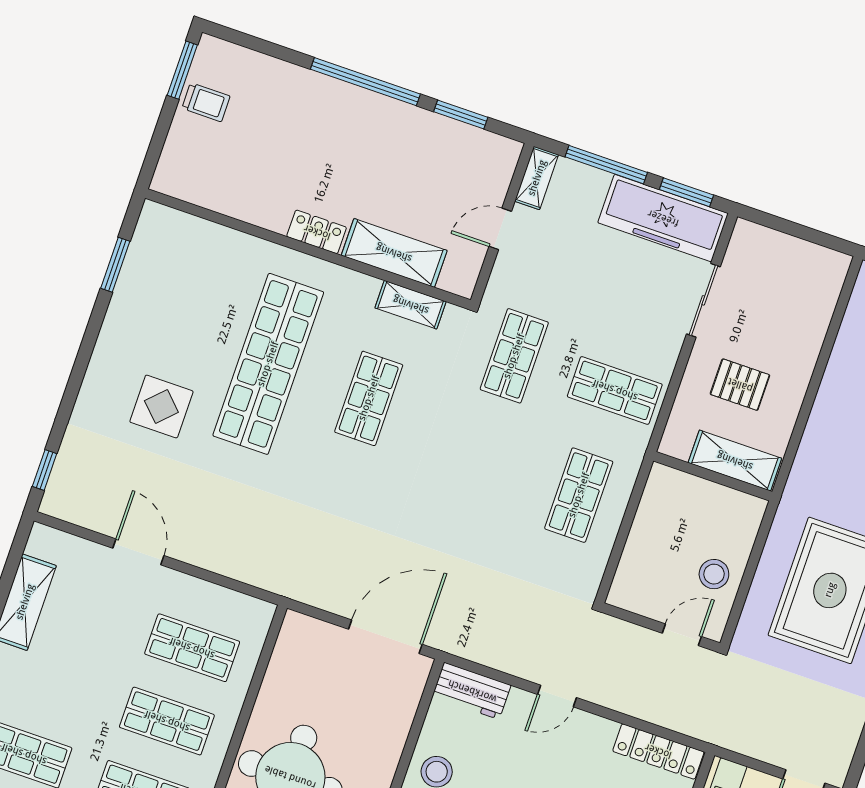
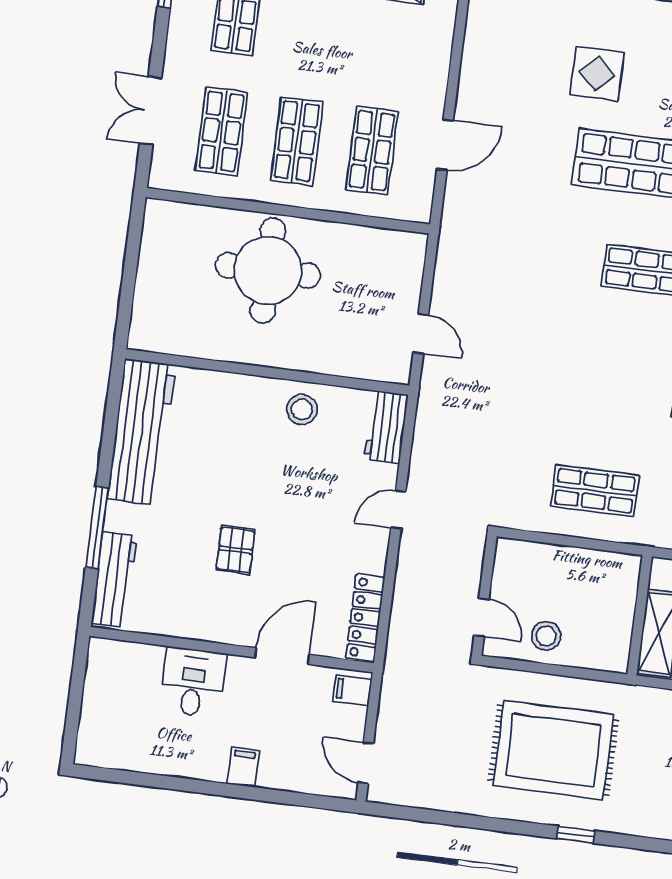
door: (138, 552) -> (445, 145), moved
door: (385, 637) -> (421, 334), width x0.53
door: (557, 696) -> (398, 510), hinge flipped

